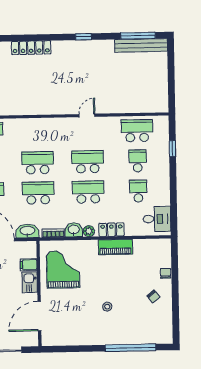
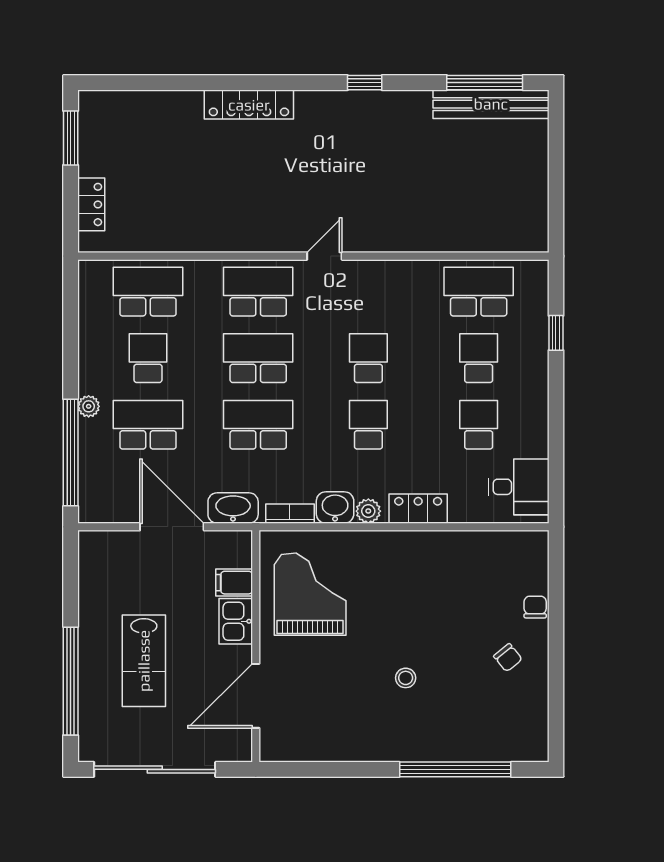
door: (87, 115) -> (324, 256), moved
school desk: (37, 133) -> (258, 292), added
school desk: (88, 162) -> (368, 358), width x0.54
school desk: (88, 192) -> (368, 425), width x0.54
piano: (115, 247) -> (426, 547), removed

